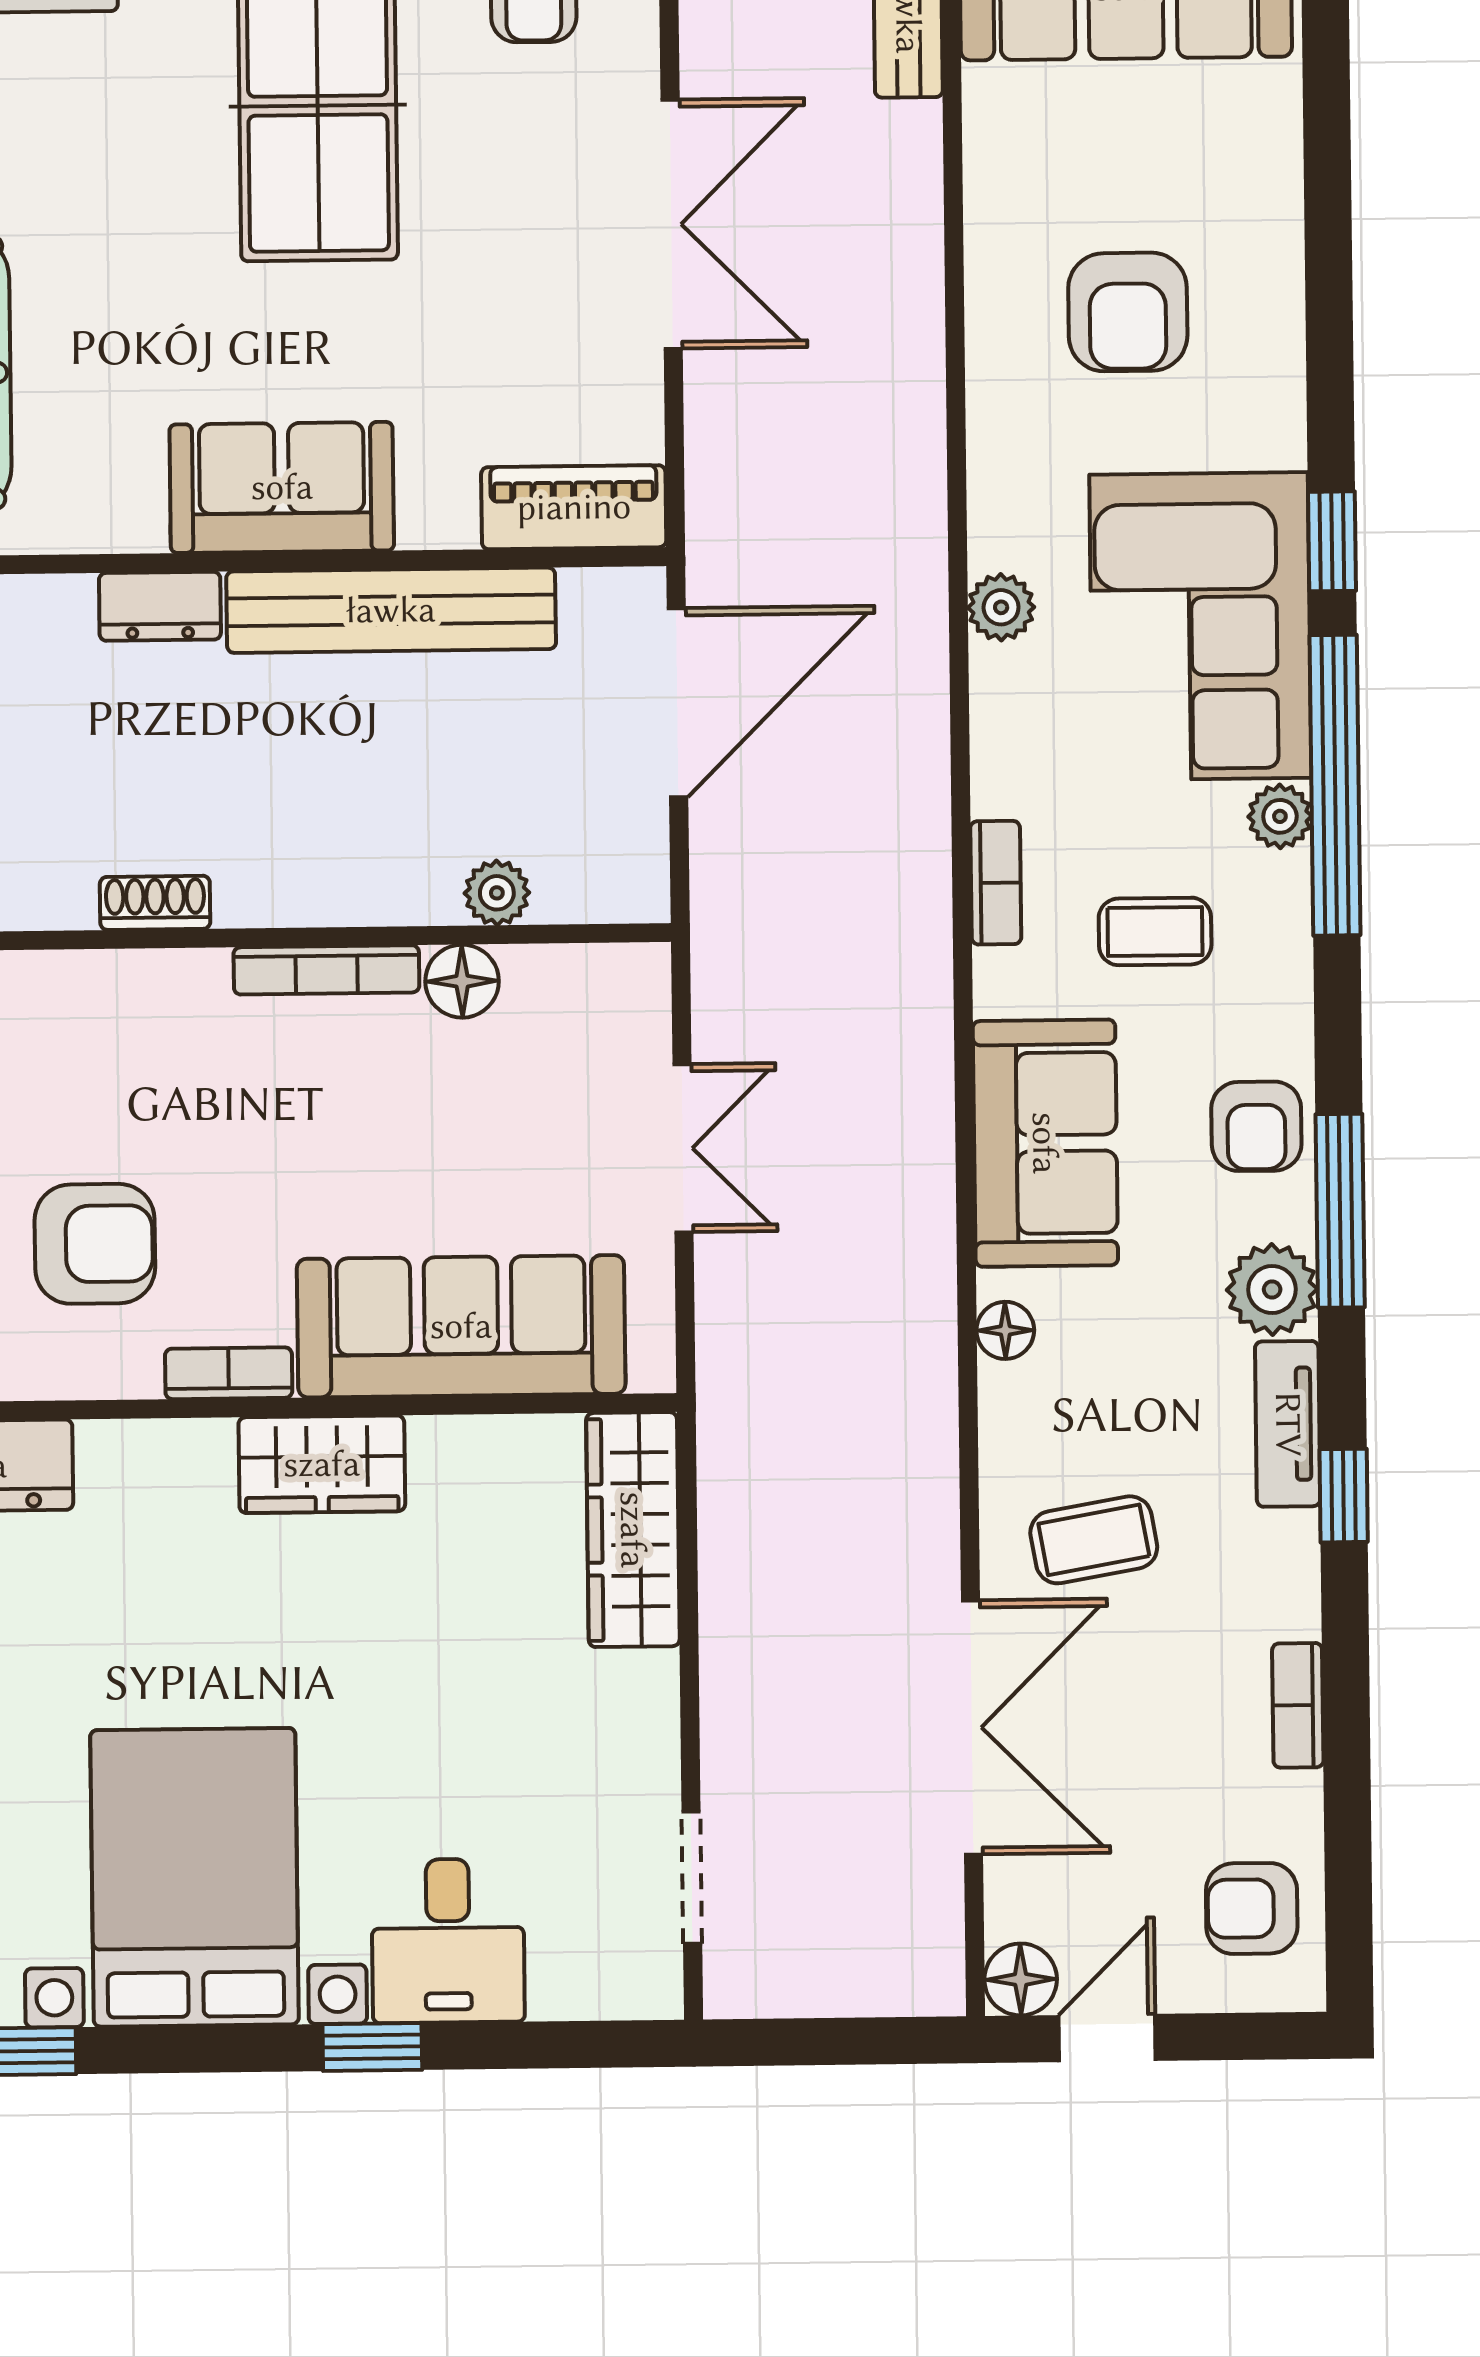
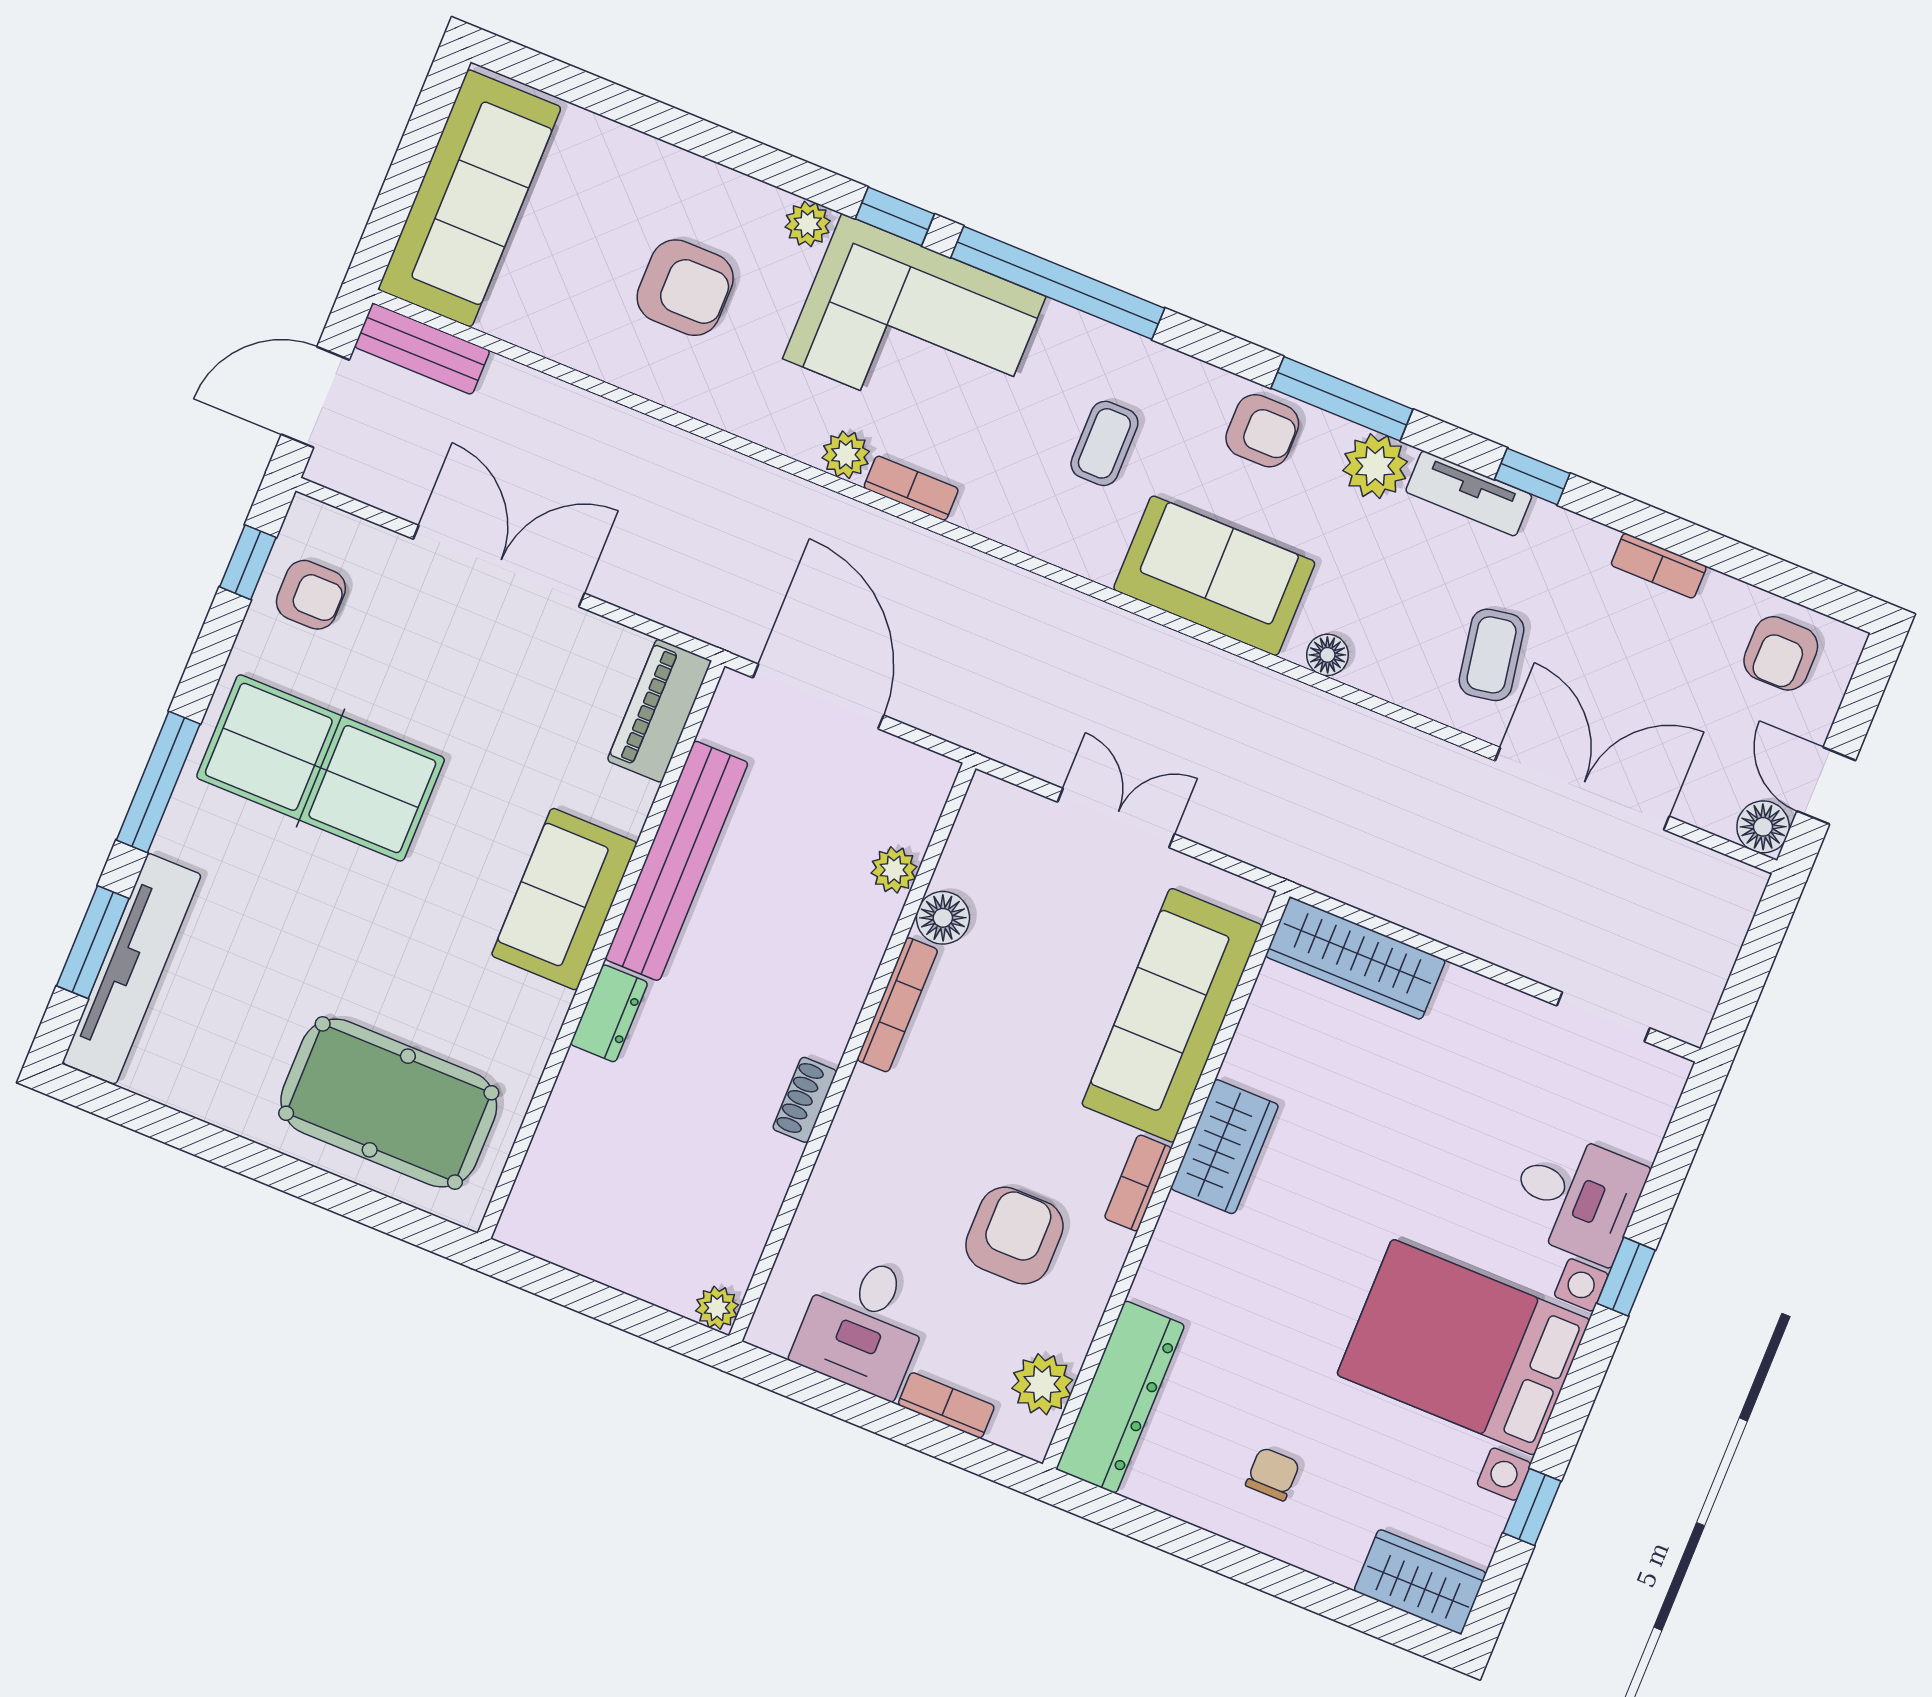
plant: (1280, 816) -> (808, 224), moved
bookcase: (996, 883) -> (911, 488), moved

